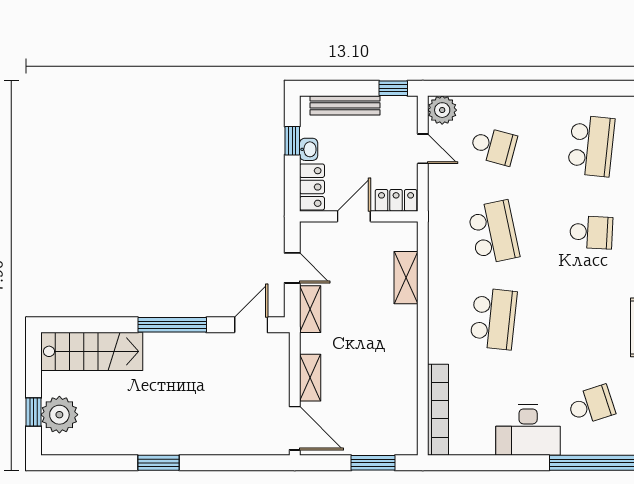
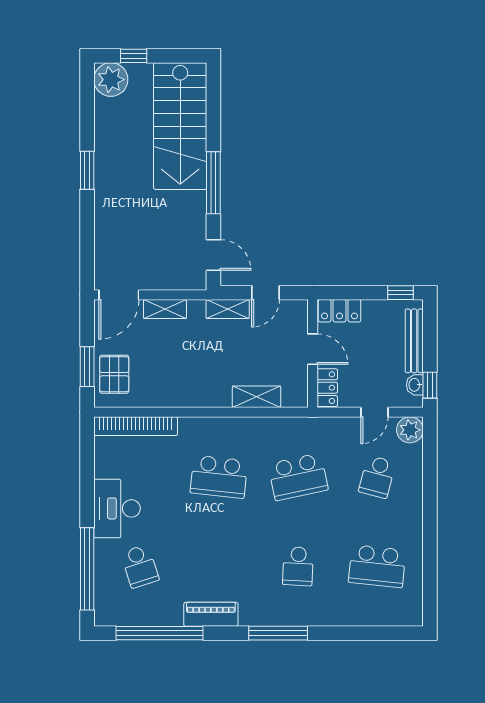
window: (292, 141) -> (401, 293), moved
washbasin: (309, 149) -> (415, 385), moved, turned 90
stairs: (92, 351) -> (180, 126), width x1.36, depth x1.51
plant: (59, 415) -> (111, 80), moved
pallet: (381, 433) -> (114, 374), added

